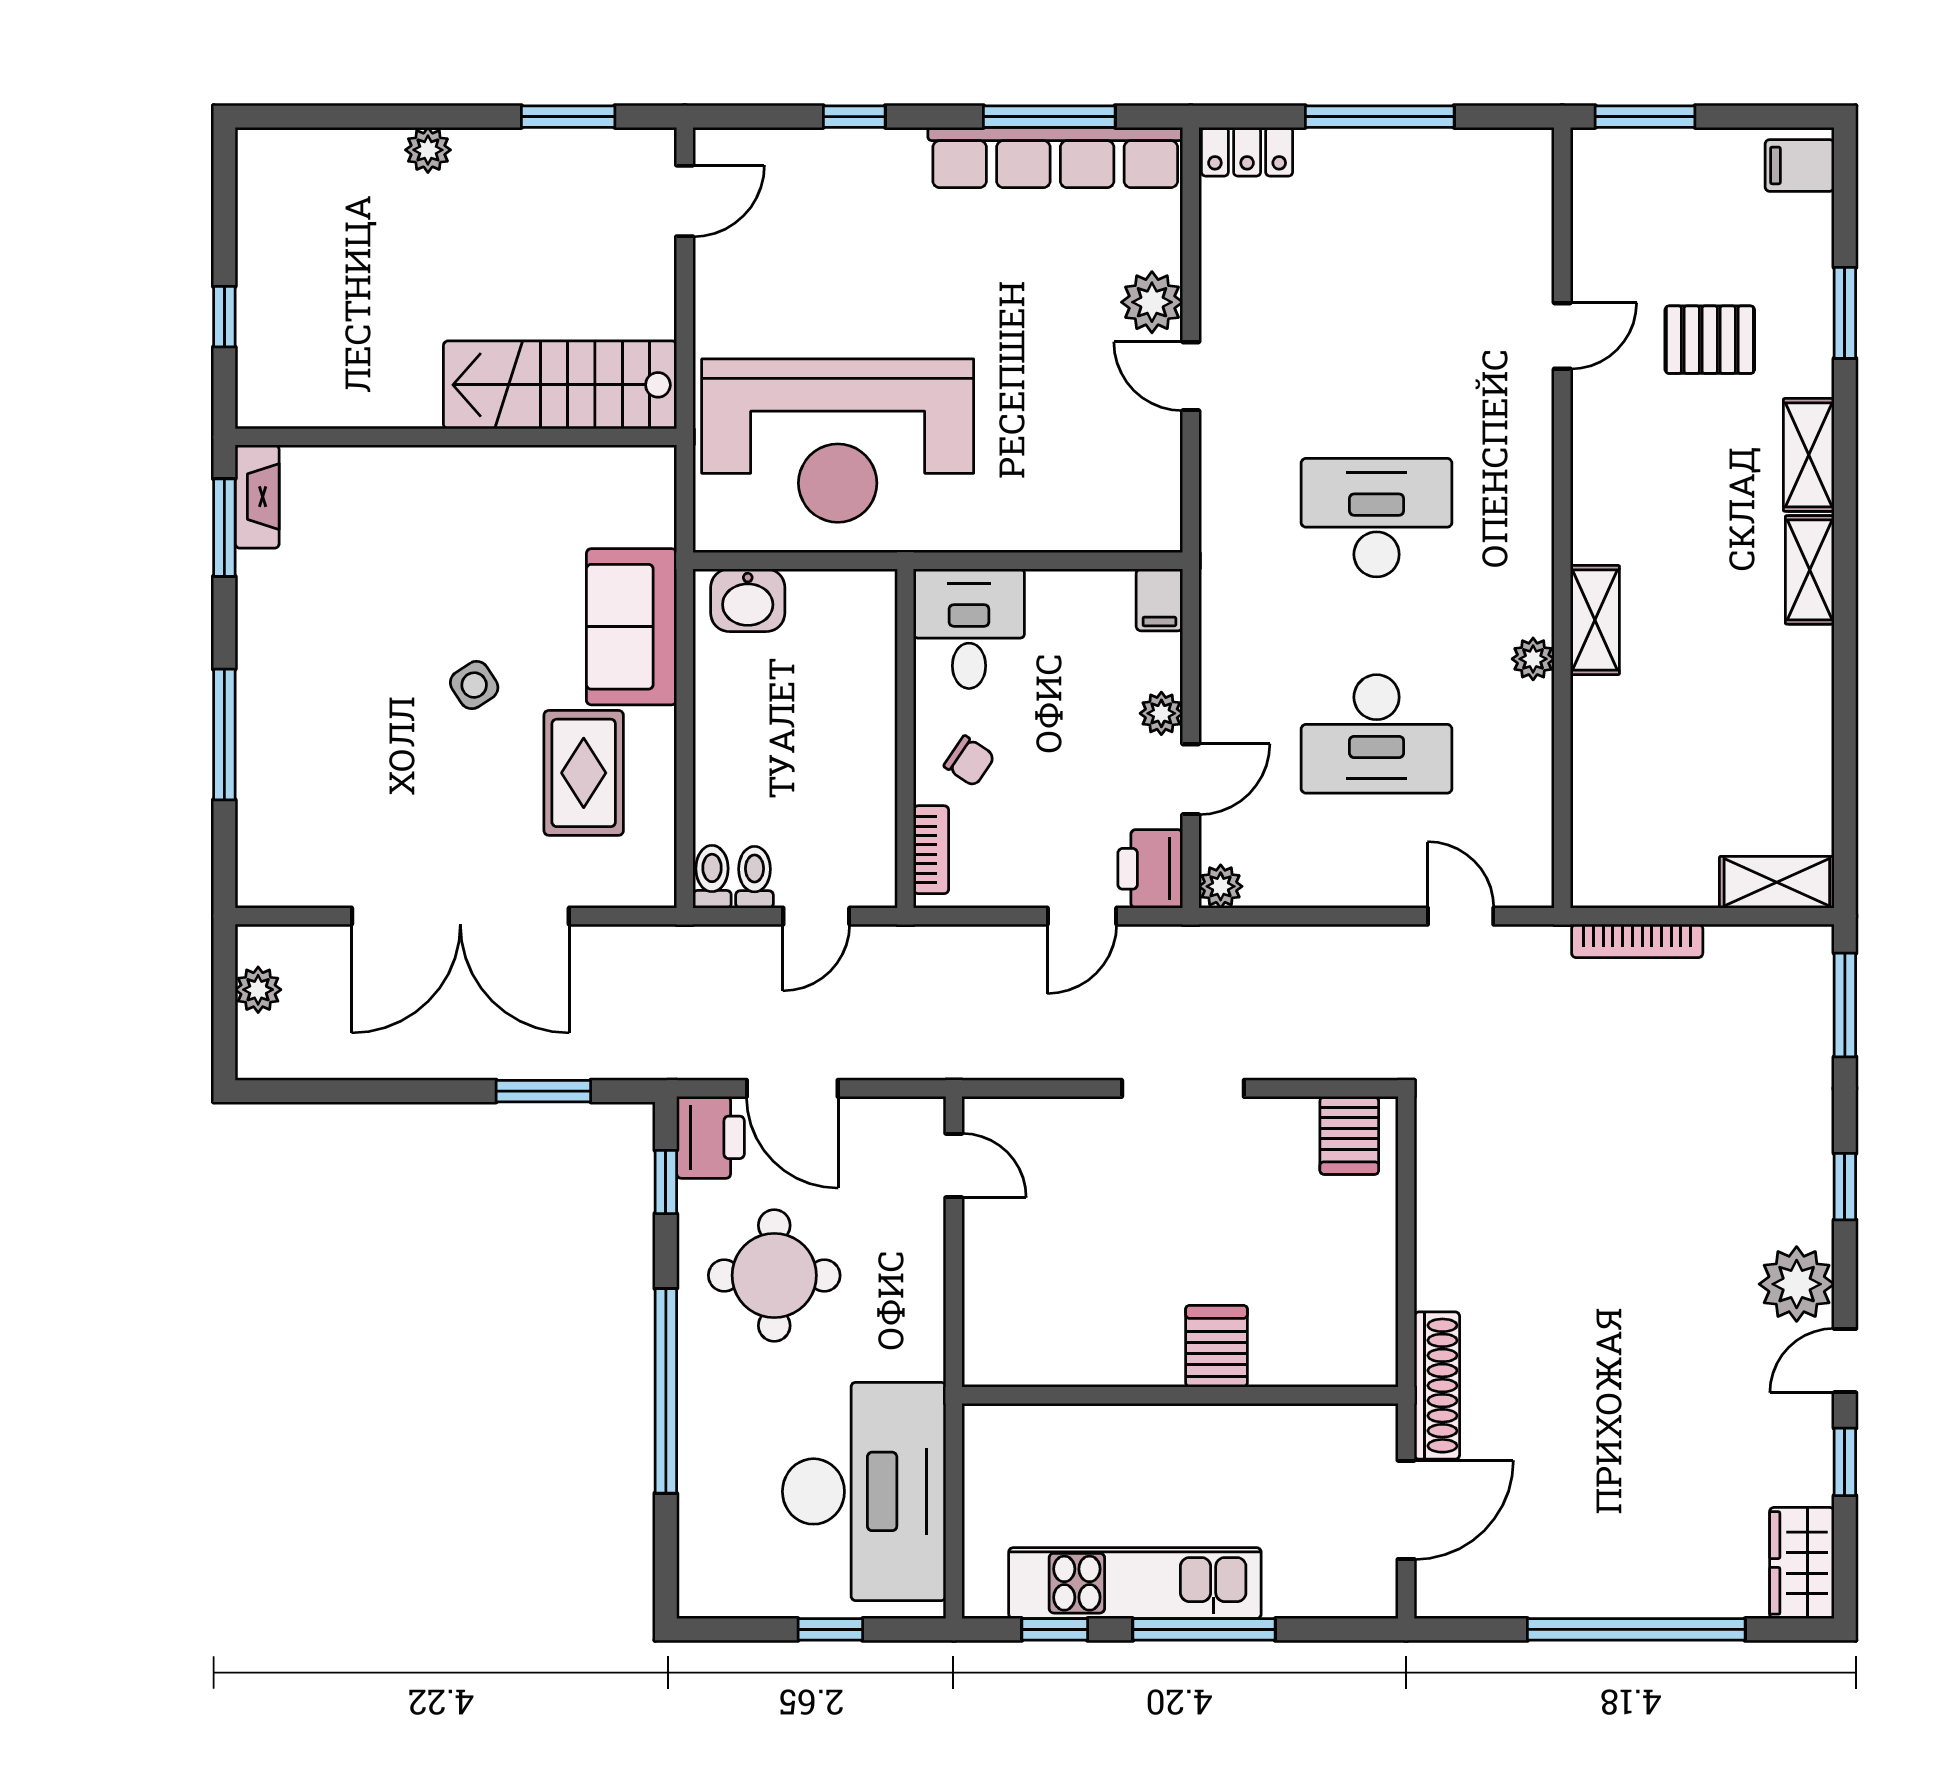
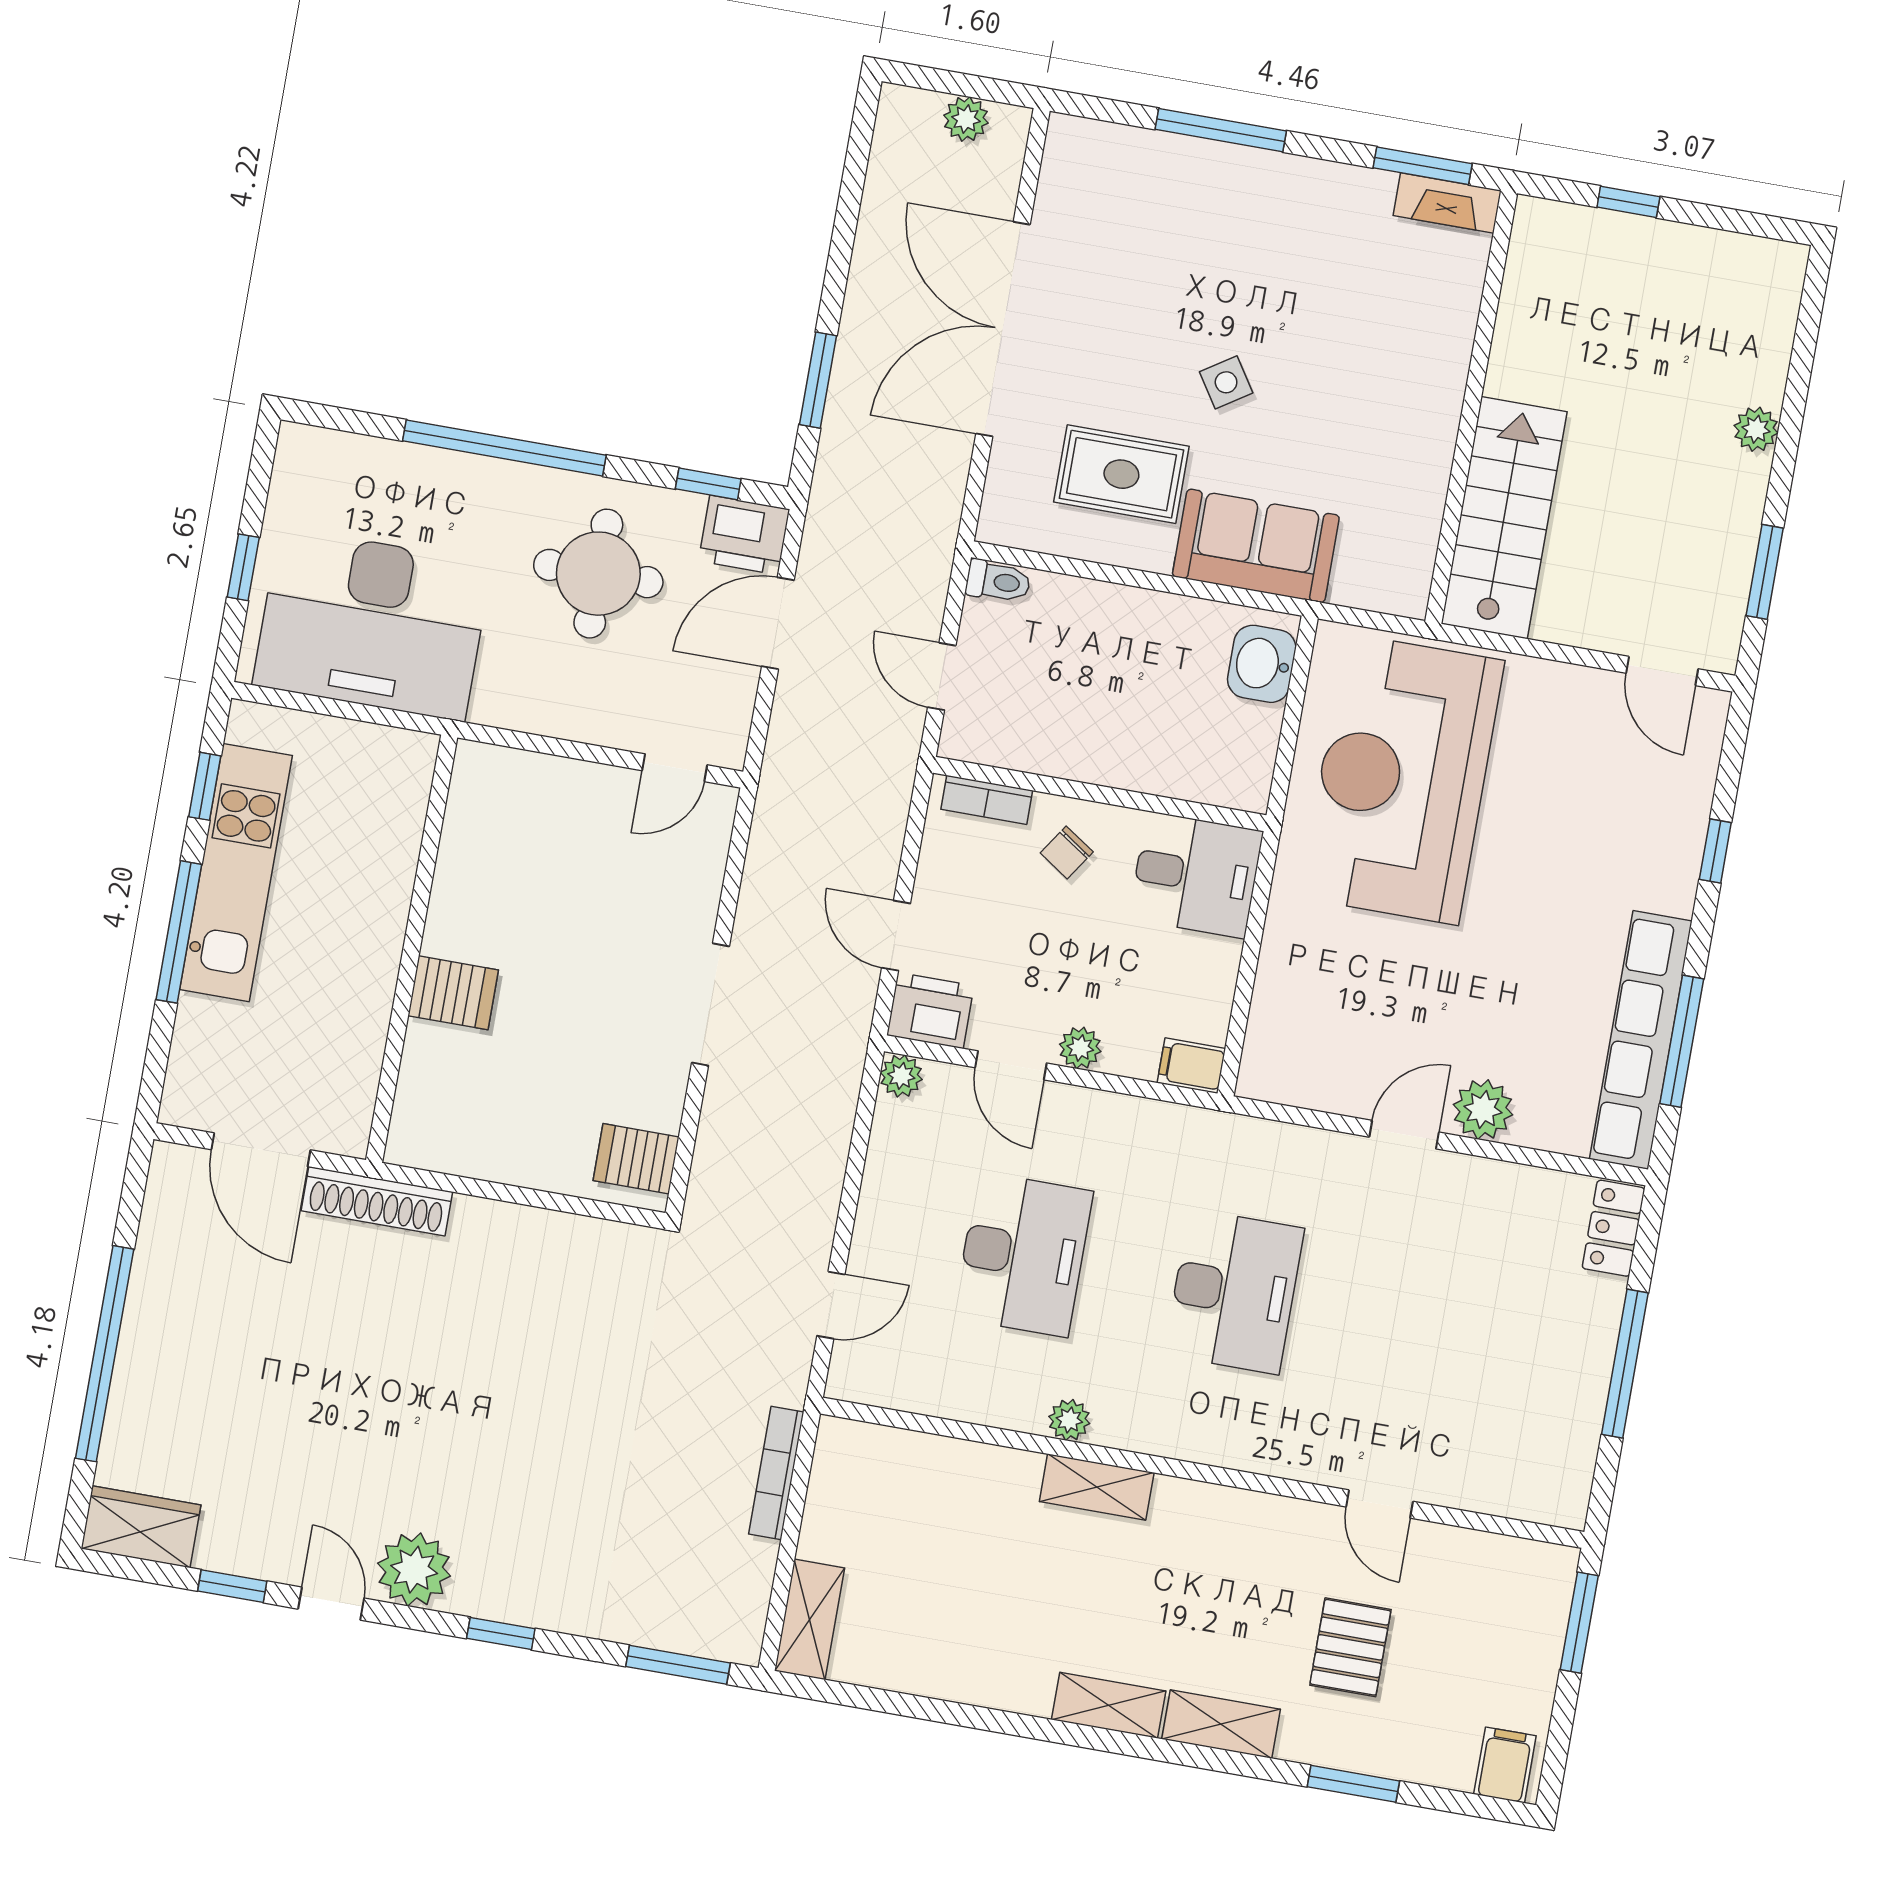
desk: (1377, 734) -> (1023, 1254), turned 180
toilet: (754, 877) -> (990, 623), removed

